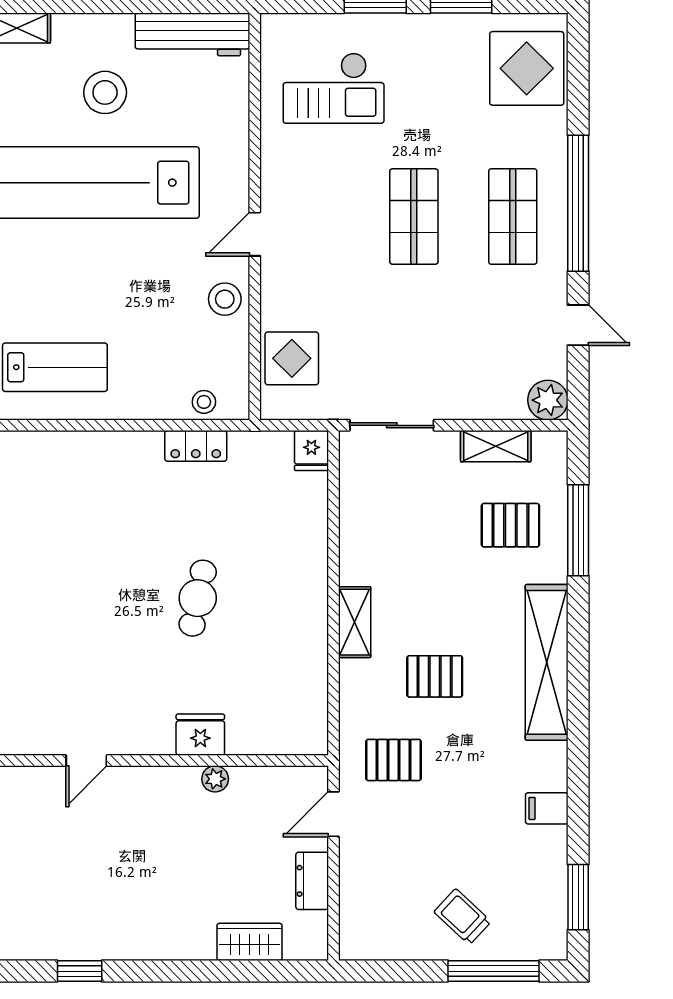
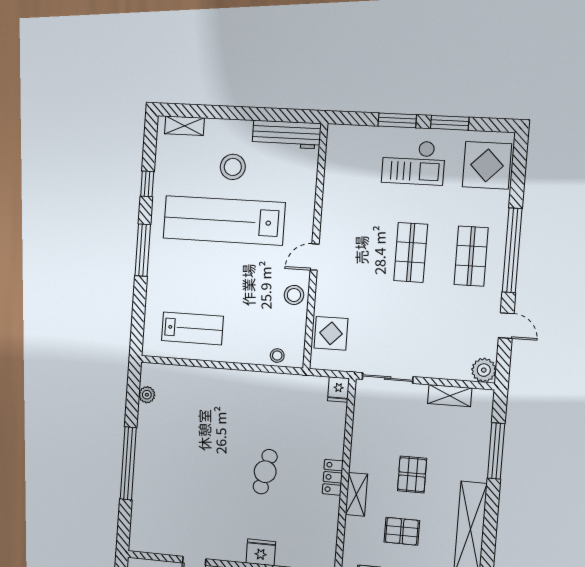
checkout: (334, 88) -> (413, 162), moved
locker: (196, 446) -> (333, 477), moved, turned 90
pallet: (510, 525) -> (412, 475), moved, turned 90

